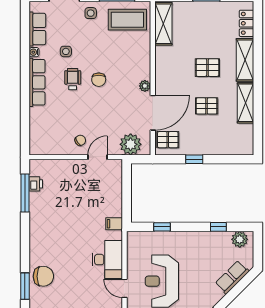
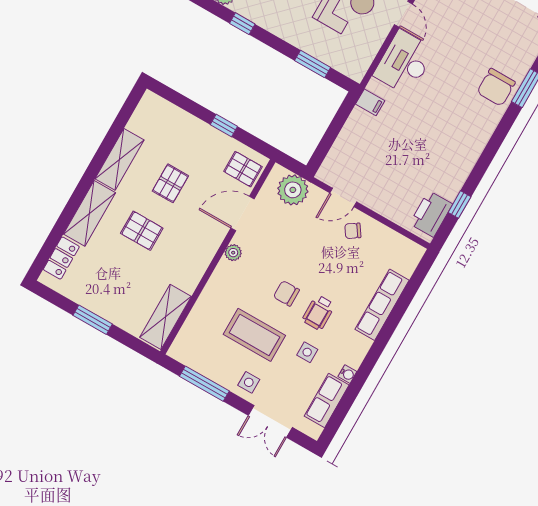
coffee table: (127, 20) -> (254, 335), moved
chair: (99, 80) -> (286, 293), turned -90
row of seats: (37, 82) -> (382, 305), moved
pallet: (207, 106) -> (170, 183), turned 90
door: (153, 113) -> (243, 213), width x0.73
printer: (36, 184) -> (431, 214), width x1.87, depth x1.48
window: (25, 193) -> (460, 205), width x0.46
window: (162, 227) -> (313, 64), width x1.50
chair: (43, 276) -> (496, 87), turned -90

